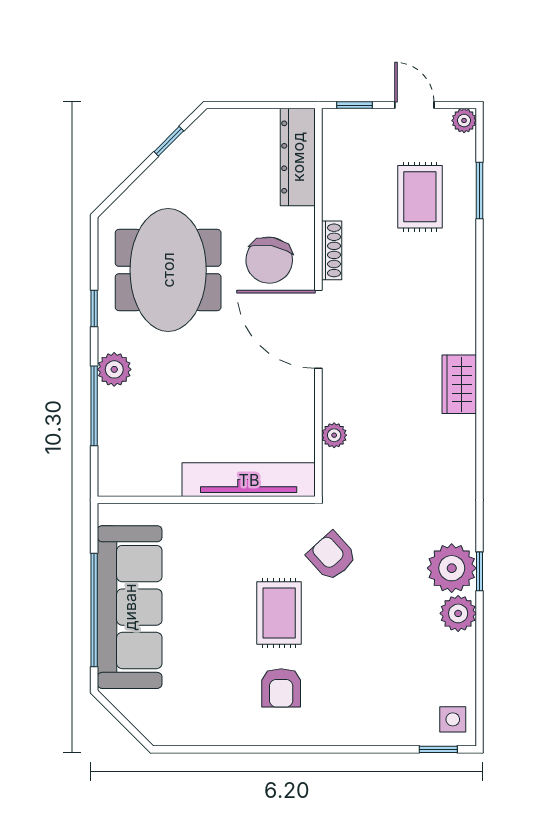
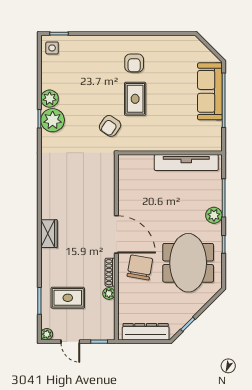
dresser: (298, 157) -> (146, 332), moved, turned -90
rug: (420, 197) -> (68, 298), turned 90
wardrobe: (459, 384) -> (49, 234), moved
plant: (334, 435) -> (109, 294), moved
tv unit: (249, 480) -> (186, 163), moved
armchair: (332, 556) -> (110, 126), turned 76
sofa: (130, 607) -> (210, 91), width x0.74, depth x0.79
armchair: (281, 688) -> (134, 63), turned 180

